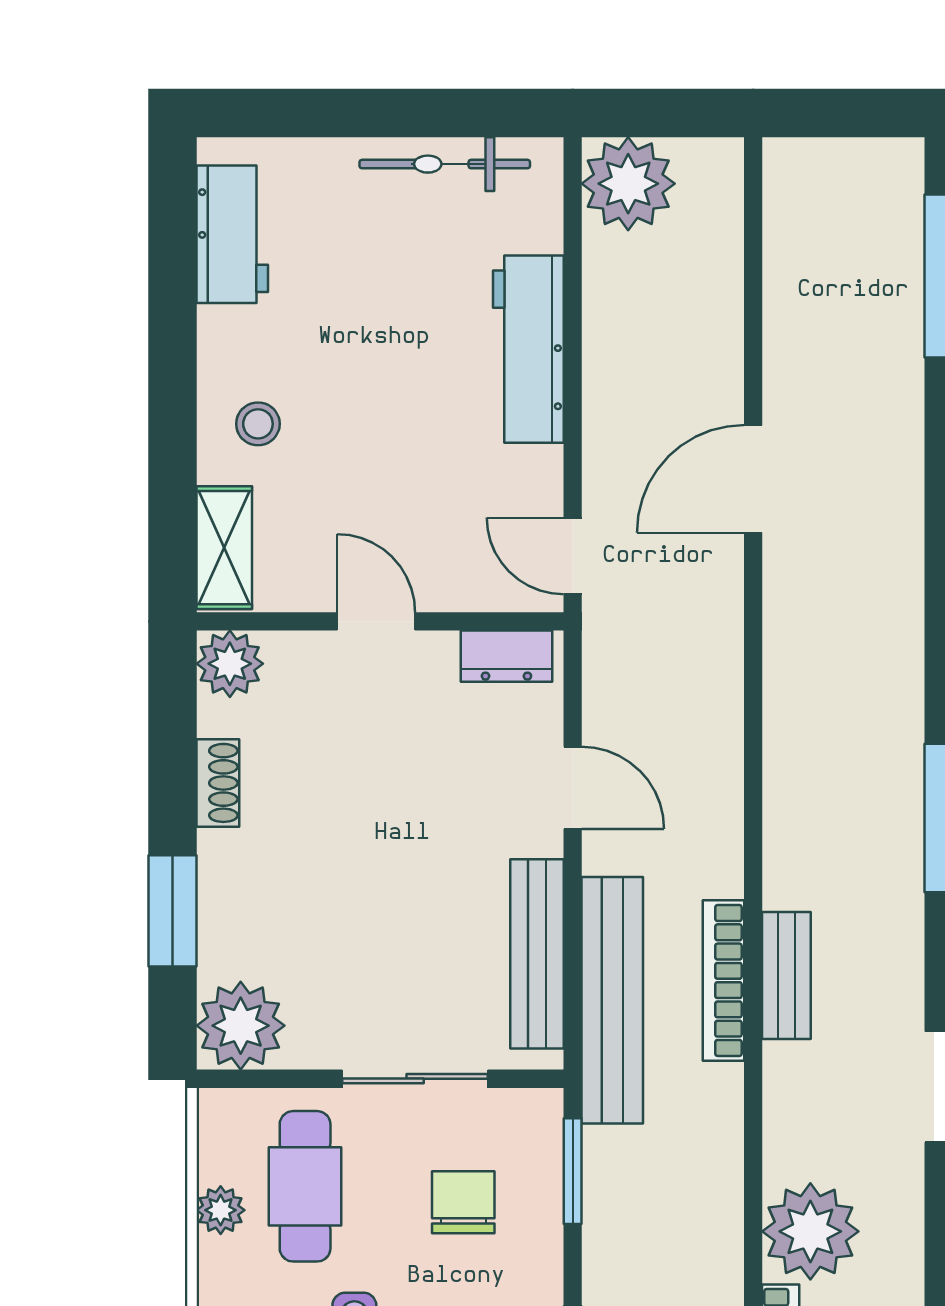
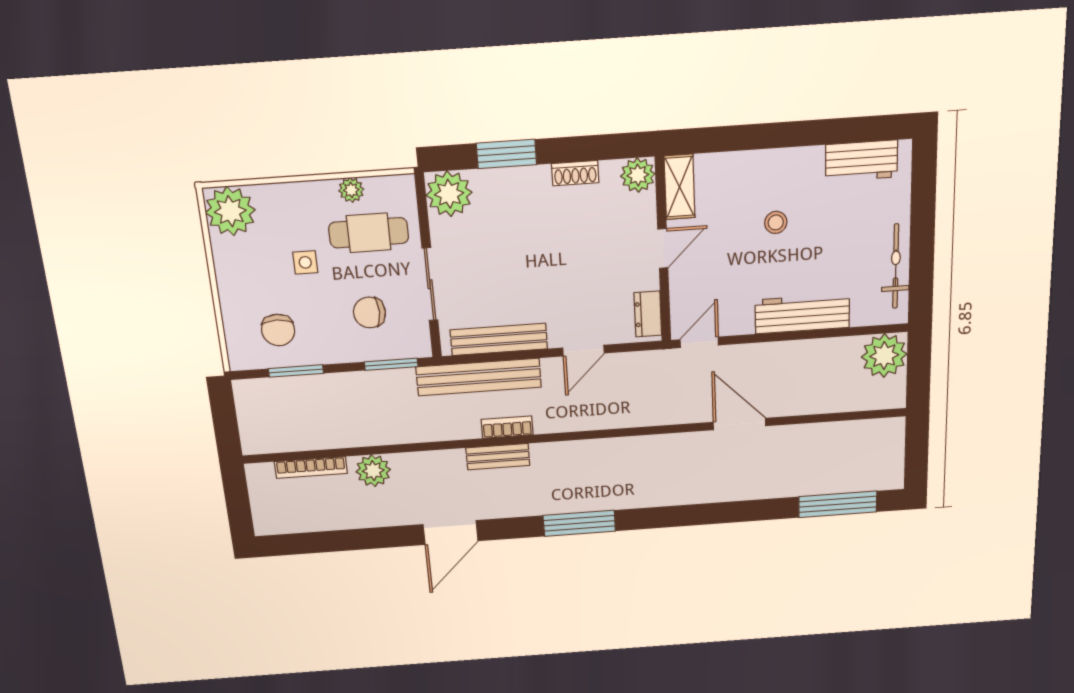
stool: (258, 424) -> (776, 222), moved
shelving: (224, 548) -> (680, 187), moved, turned 90
bookcase: (724, 980) -> (507, 427), width x0.64
chair: (463, 1202) -> (369, 312), turned 180
plant: (810, 1231) -> (373, 471), width x0.73, depth x0.73

